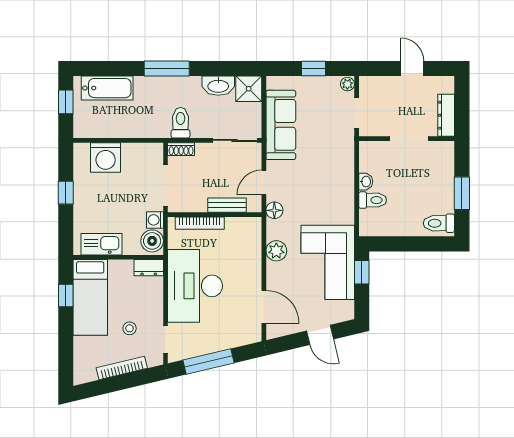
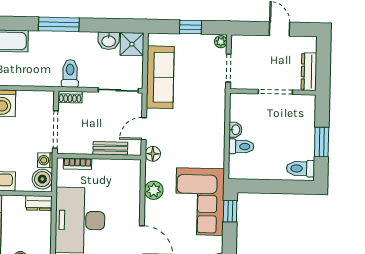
washbasin: (218, 86) -> (109, 41), width x0.72
bookcase: (200, 223) -> (78, 164), width x0.64

